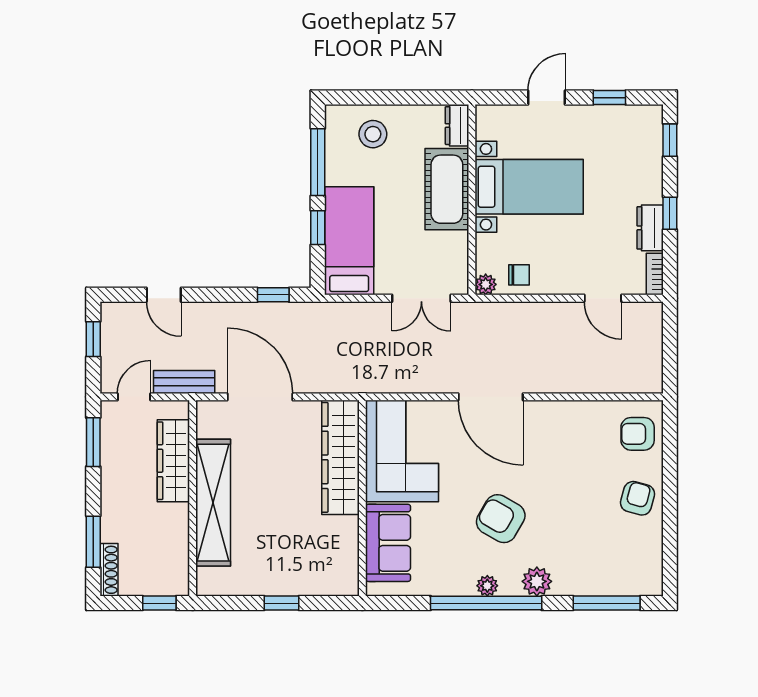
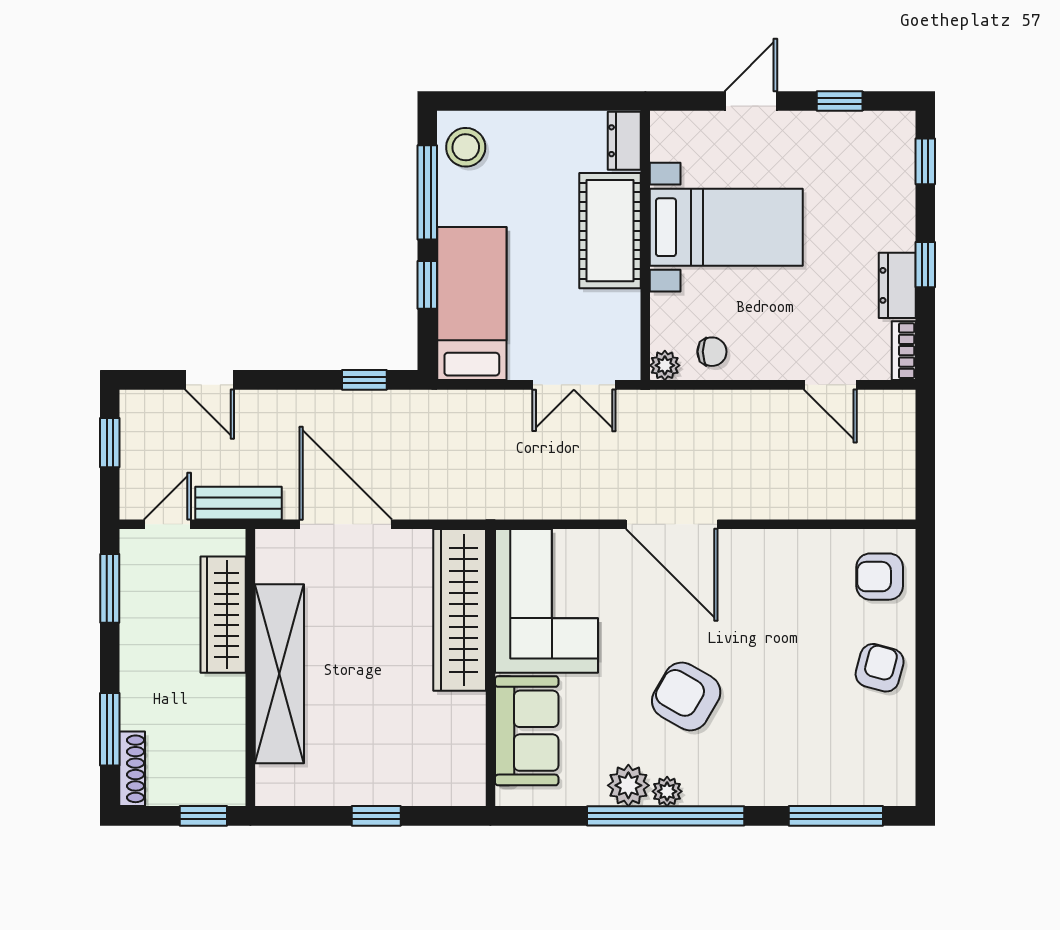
stool: (373, 134) -> (466, 147), moved
plant: (537, 581) -> (628, 785), moved

